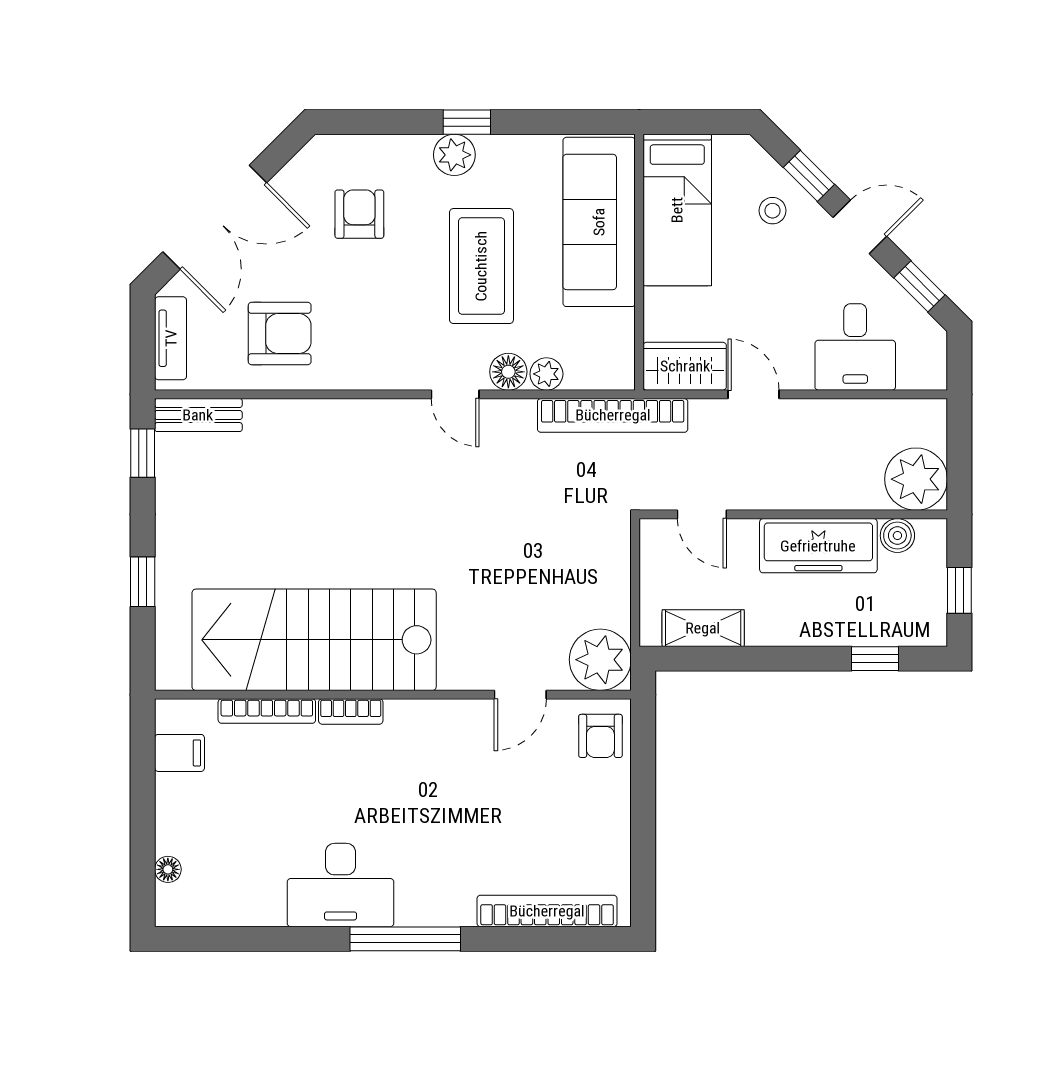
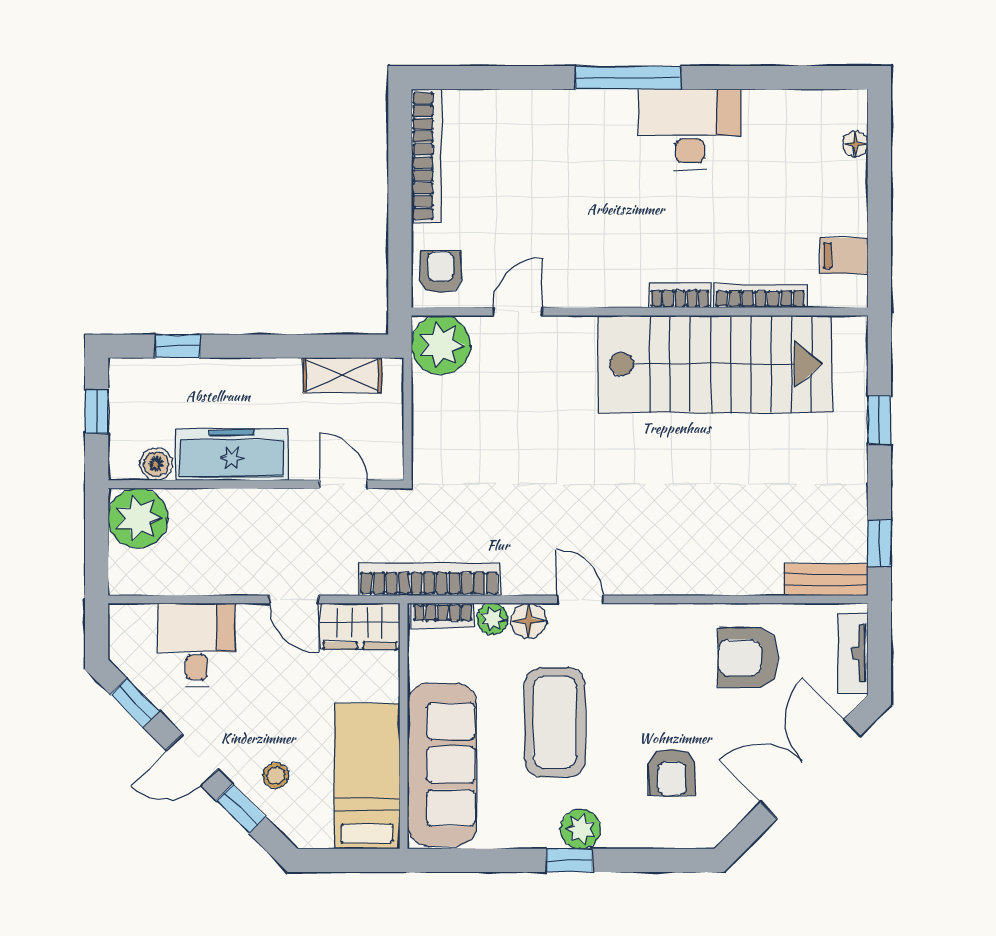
bookcase: (598, 377) -> (443, 616), added
bookcase: (547, 911) -> (427, 156), moved, turned -90

